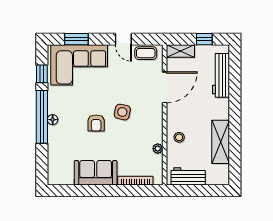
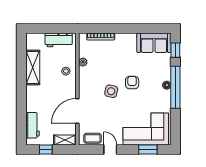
window: (42, 74) -> (175, 50), moved
workbench: (221, 75) -> (32, 125), width x0.73
sofa: (96, 173) -> (154, 43), moved

